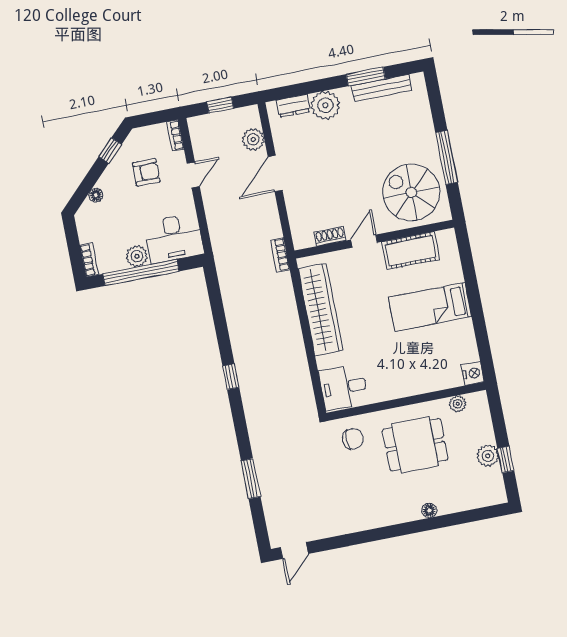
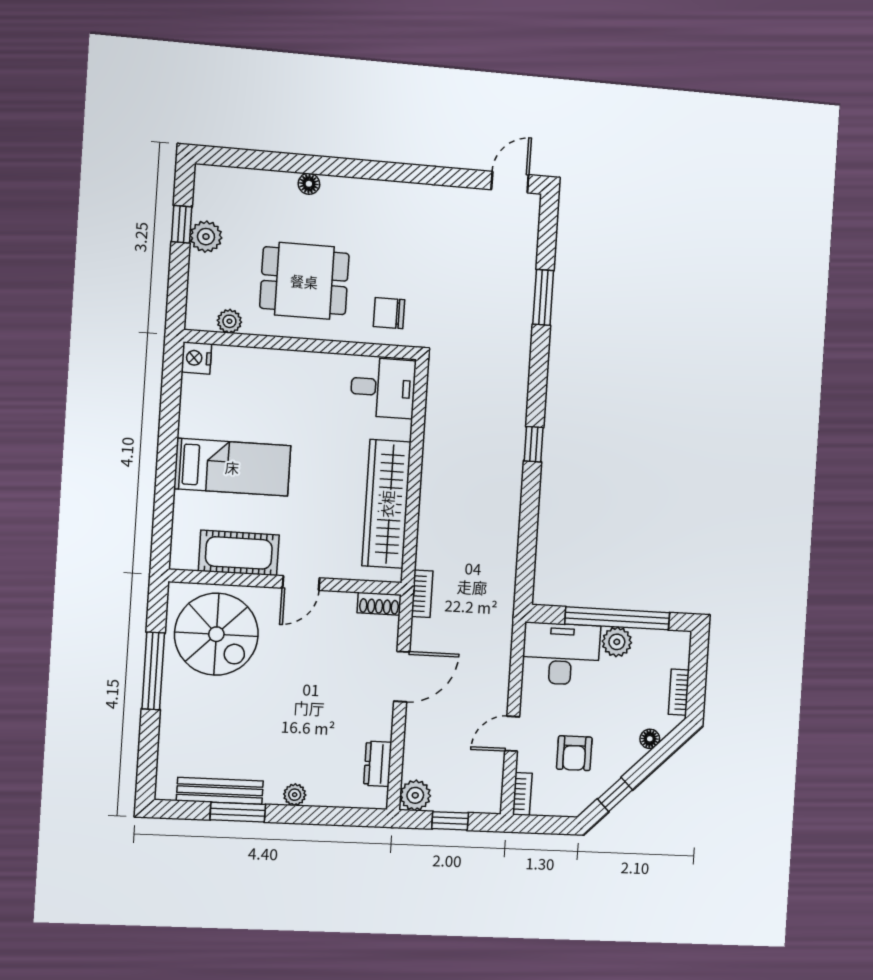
plant: (325, 105) -> (295, 795), width x0.53, depth x0.53
dresser: (293, 106) -> (378, 764), moved, turned -90
plant: (253, 139) -> (415, 795), moved
armchair: (146, 172) -> (574, 753), turned -90
door: (275, 173) -> (402, 677), moved
shoe rack: (330, 236) -> (379, 604), moved
bookcase: (89, 260) -> (679, 692), moved

